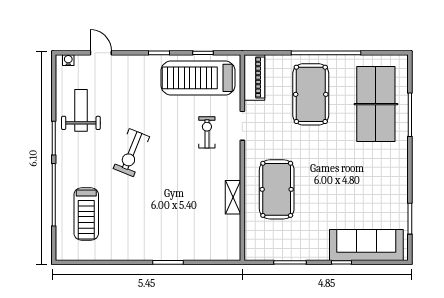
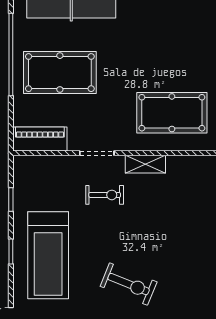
treadmill: (198, 78) -> (48, 255), moved
exercise bike: (207, 132) -> (105, 195), turned 180
shelving: (233, 197) -> (145, 164), moved

